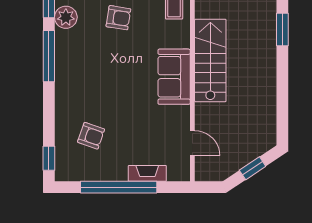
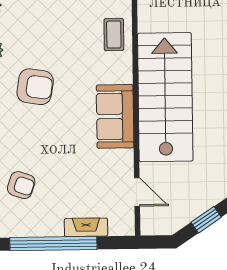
armchair: (118, 18) -> (35, 87), moved, width x1.38, depth x1.38
stairs: (210, 60) -> (165, 97), width x1.36, depth x1.51

